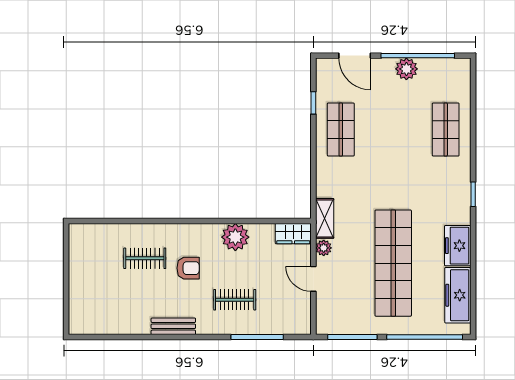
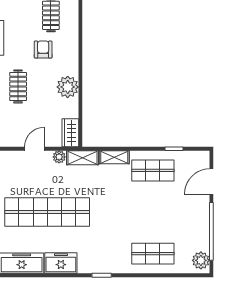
plant: (406, 69) -> (201, 260), moved
shelving: (324, 178) -> (114, 157), added
armchair: (188, 268) -> (43, 50), turned 180

